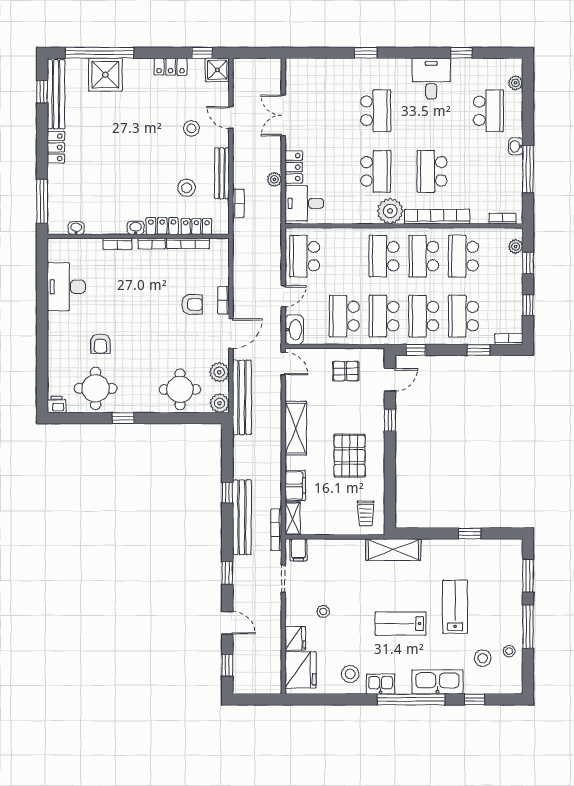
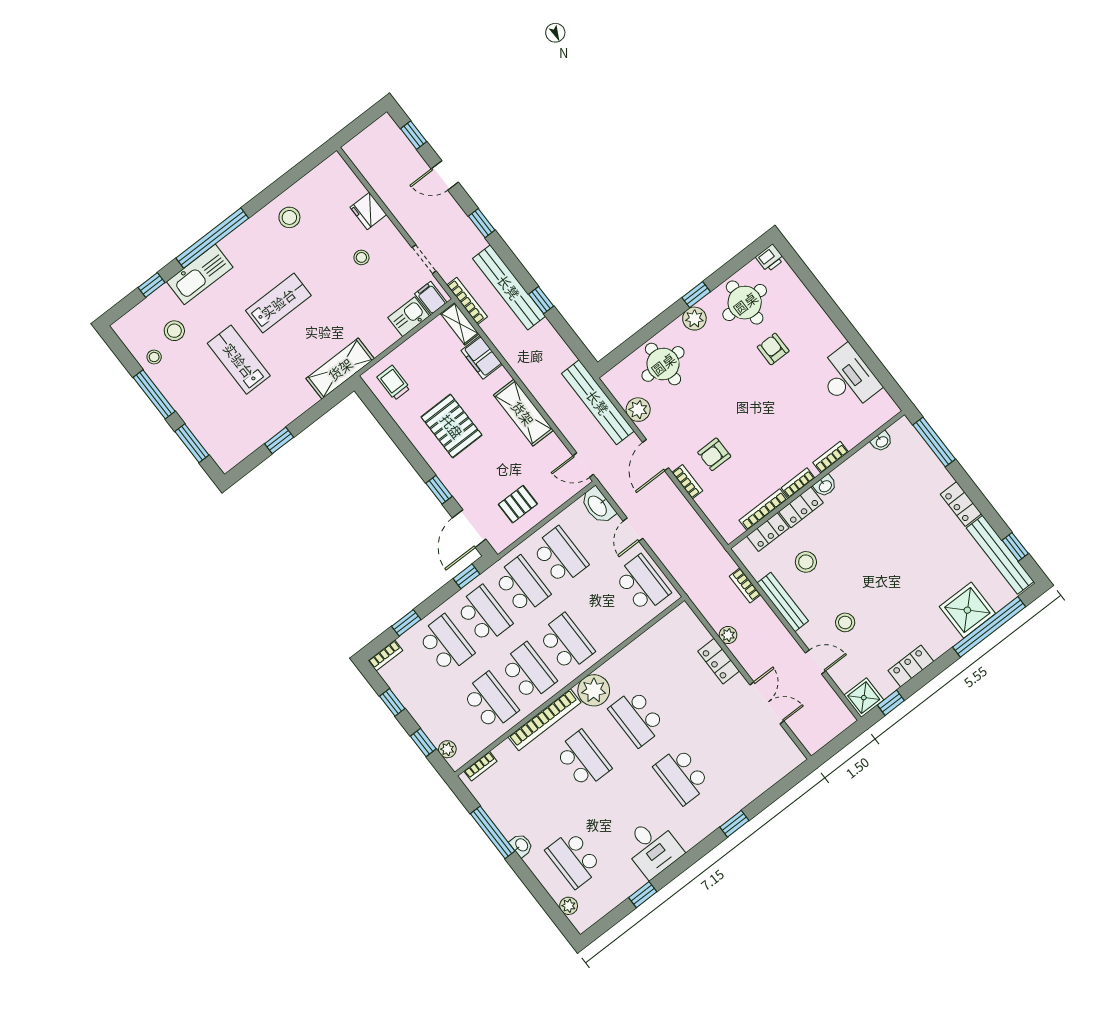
desk: (304, 203) -> (682, 634), removed
door: (390, 380) -> (469, 529), width x1.38
plant: (219, 403) -> (694, 319), moved
lab bench: (455, 607) -> (239, 360), turned 180
fridge: (301, 670) -> (340, 185), removed
kitchen sink: (381, 684) -> (409, 317), moved, turned 180

